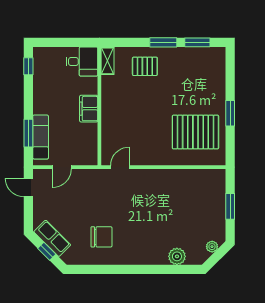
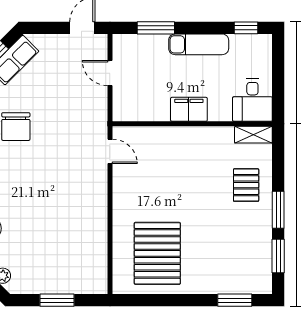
window: (230, 113) -> (235, 300), moved
exam couch: (41, 137) -> (199, 44), moved

